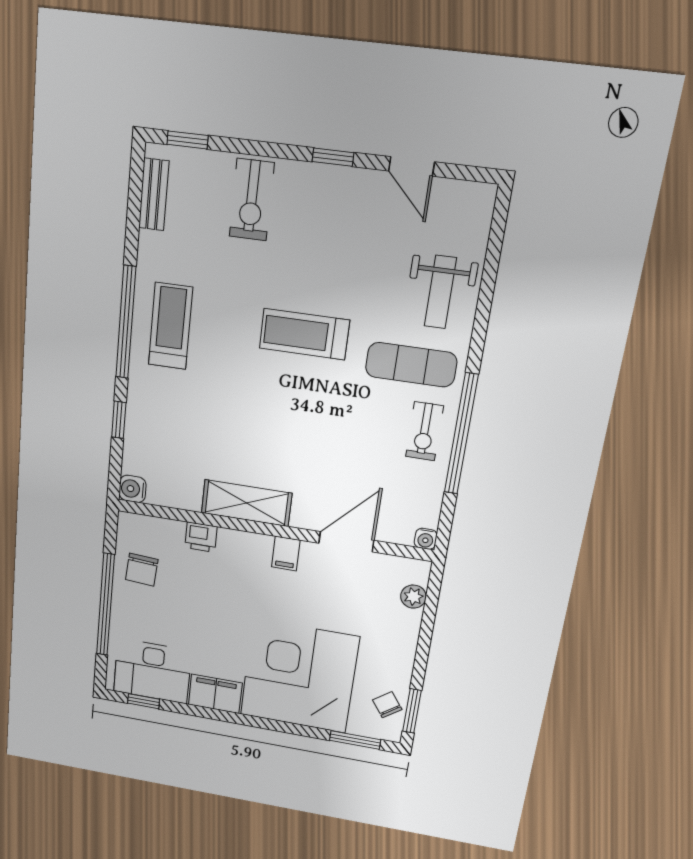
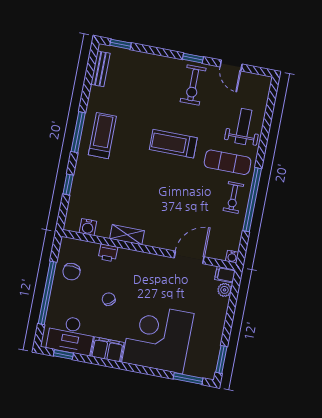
exercise bike: (252, 200) -> (193, 85), moved
weight bench: (440, 292) -> (243, 126), turned 180
window: (126, 322) -> (78, 132), width x0.68
water cooler: (133, 489) -> (88, 227), moved, turned -90
shelving: (246, 503) -> (127, 235), width x0.67, depth x0.75
filing cabinet: (286, 554) -> (225, 275), moved, turned 90
chair: (387, 705) -> (109, 299), moved

